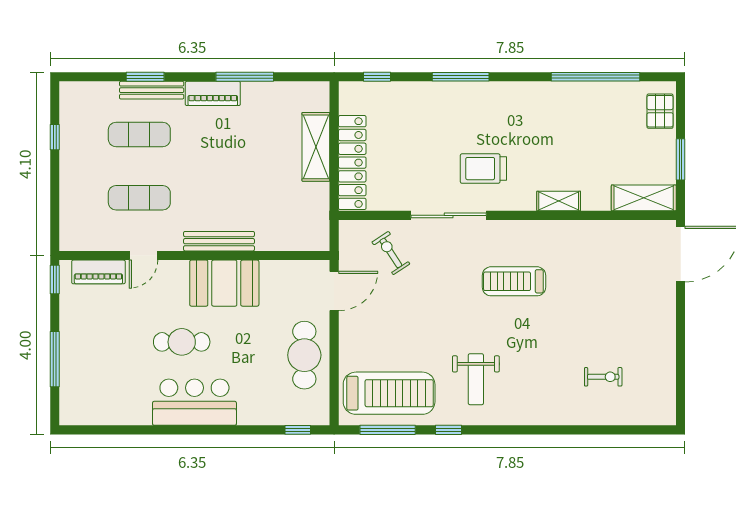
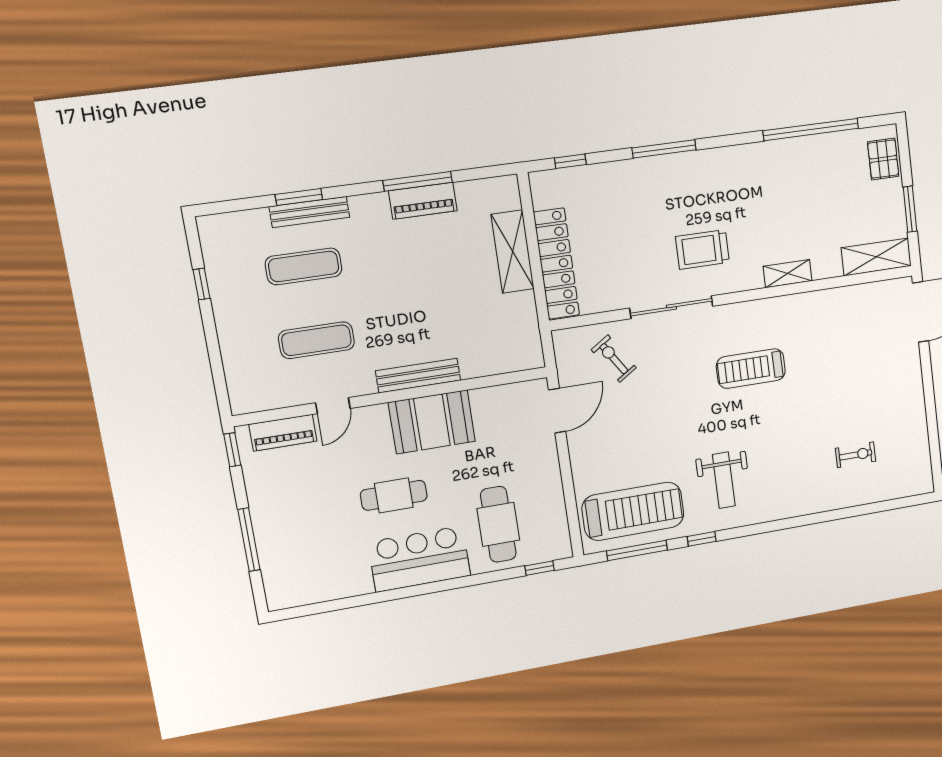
piano: (213, 93) -> (423, 201), moved
cafe table: (304, 355) -> (498, 524), moved

